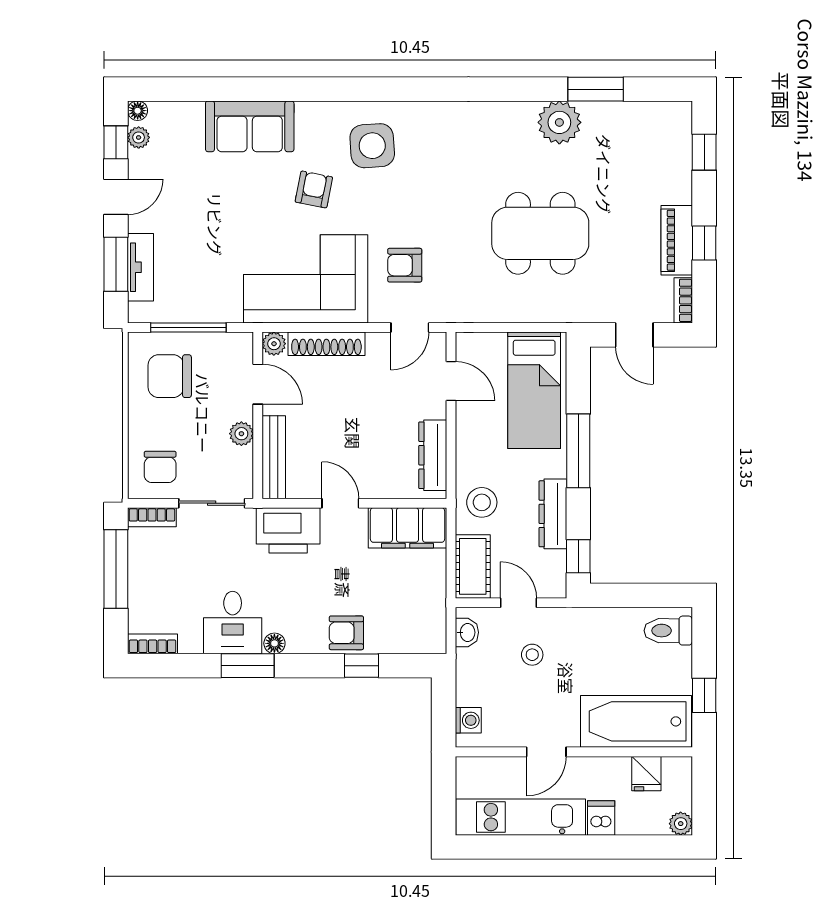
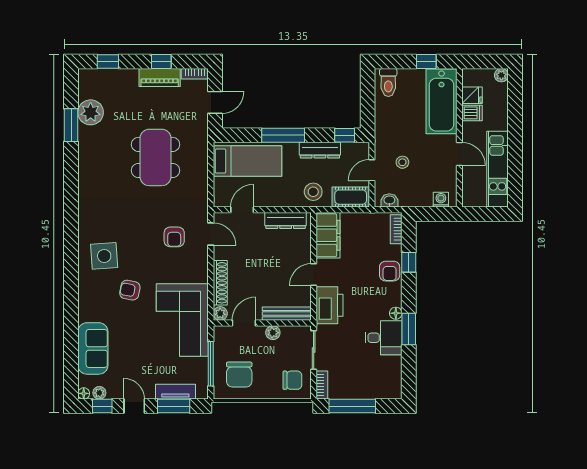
plant: (559, 122) -> (91, 112), moved
sofa: (250, 126) -> (93, 348), moved
corner sofa: (306, 279) -> (182, 320), moved
bookcase: (153, 644) -> (396, 229), moved
dishwasher: (601, 818) -> (472, 113), moved, turned 180

